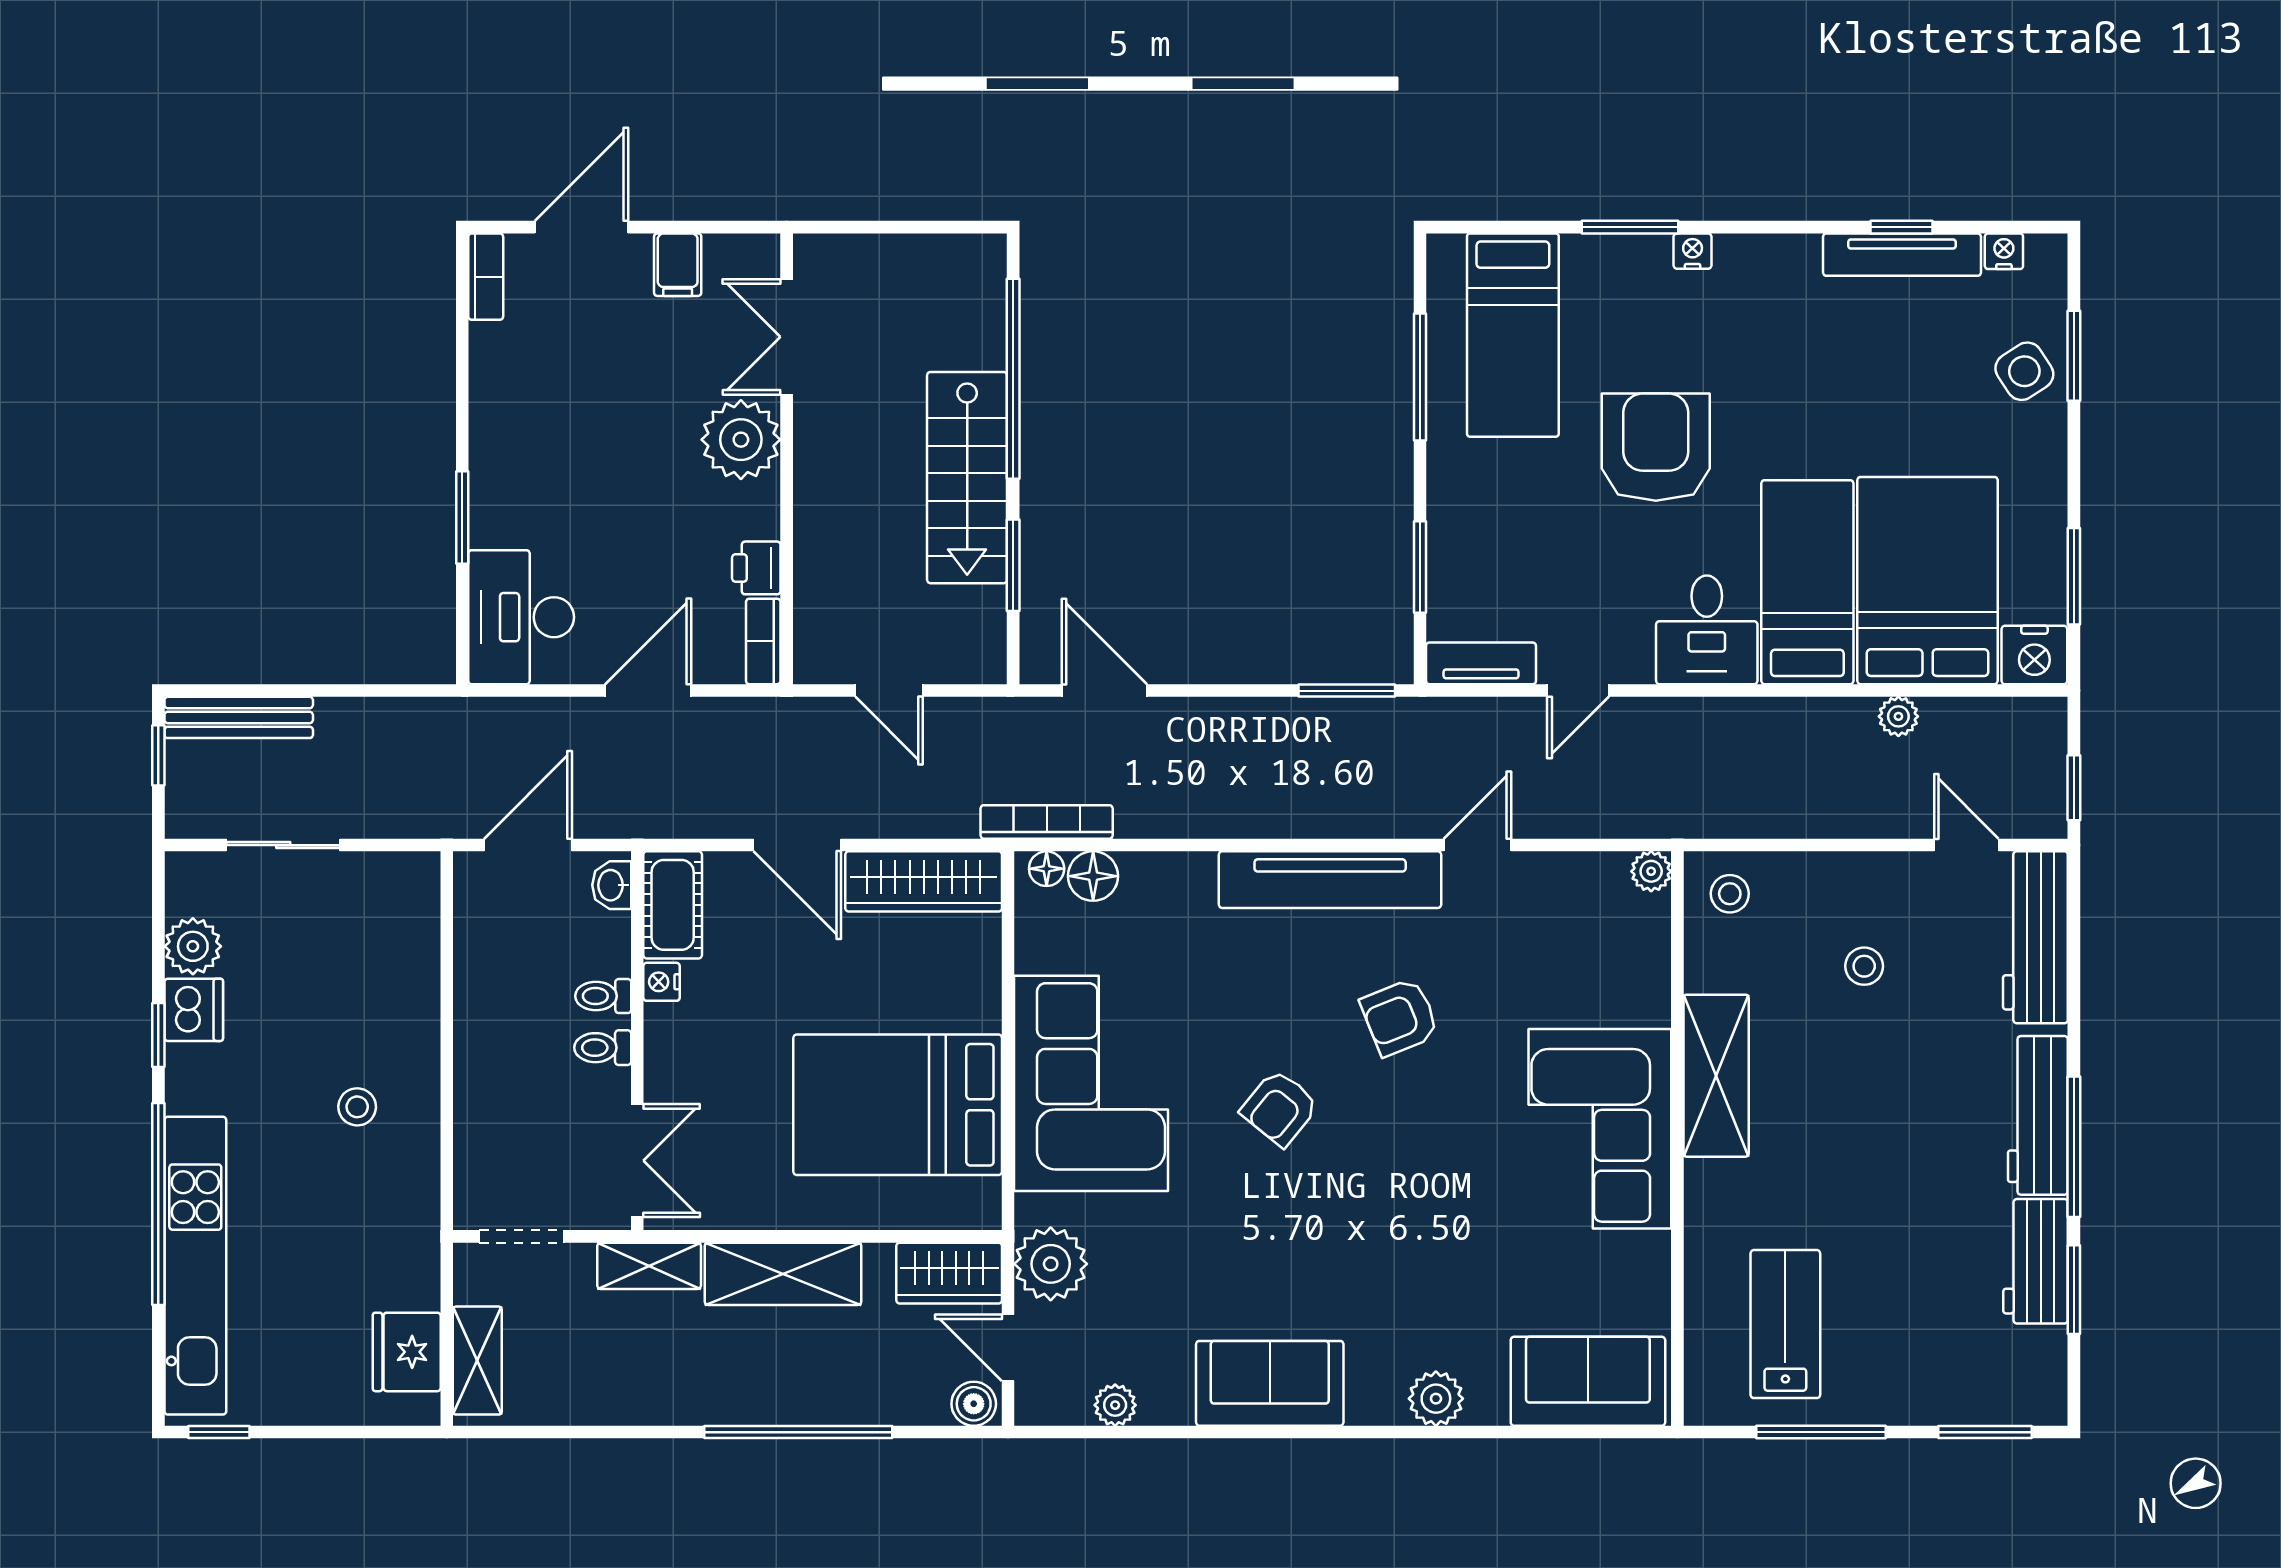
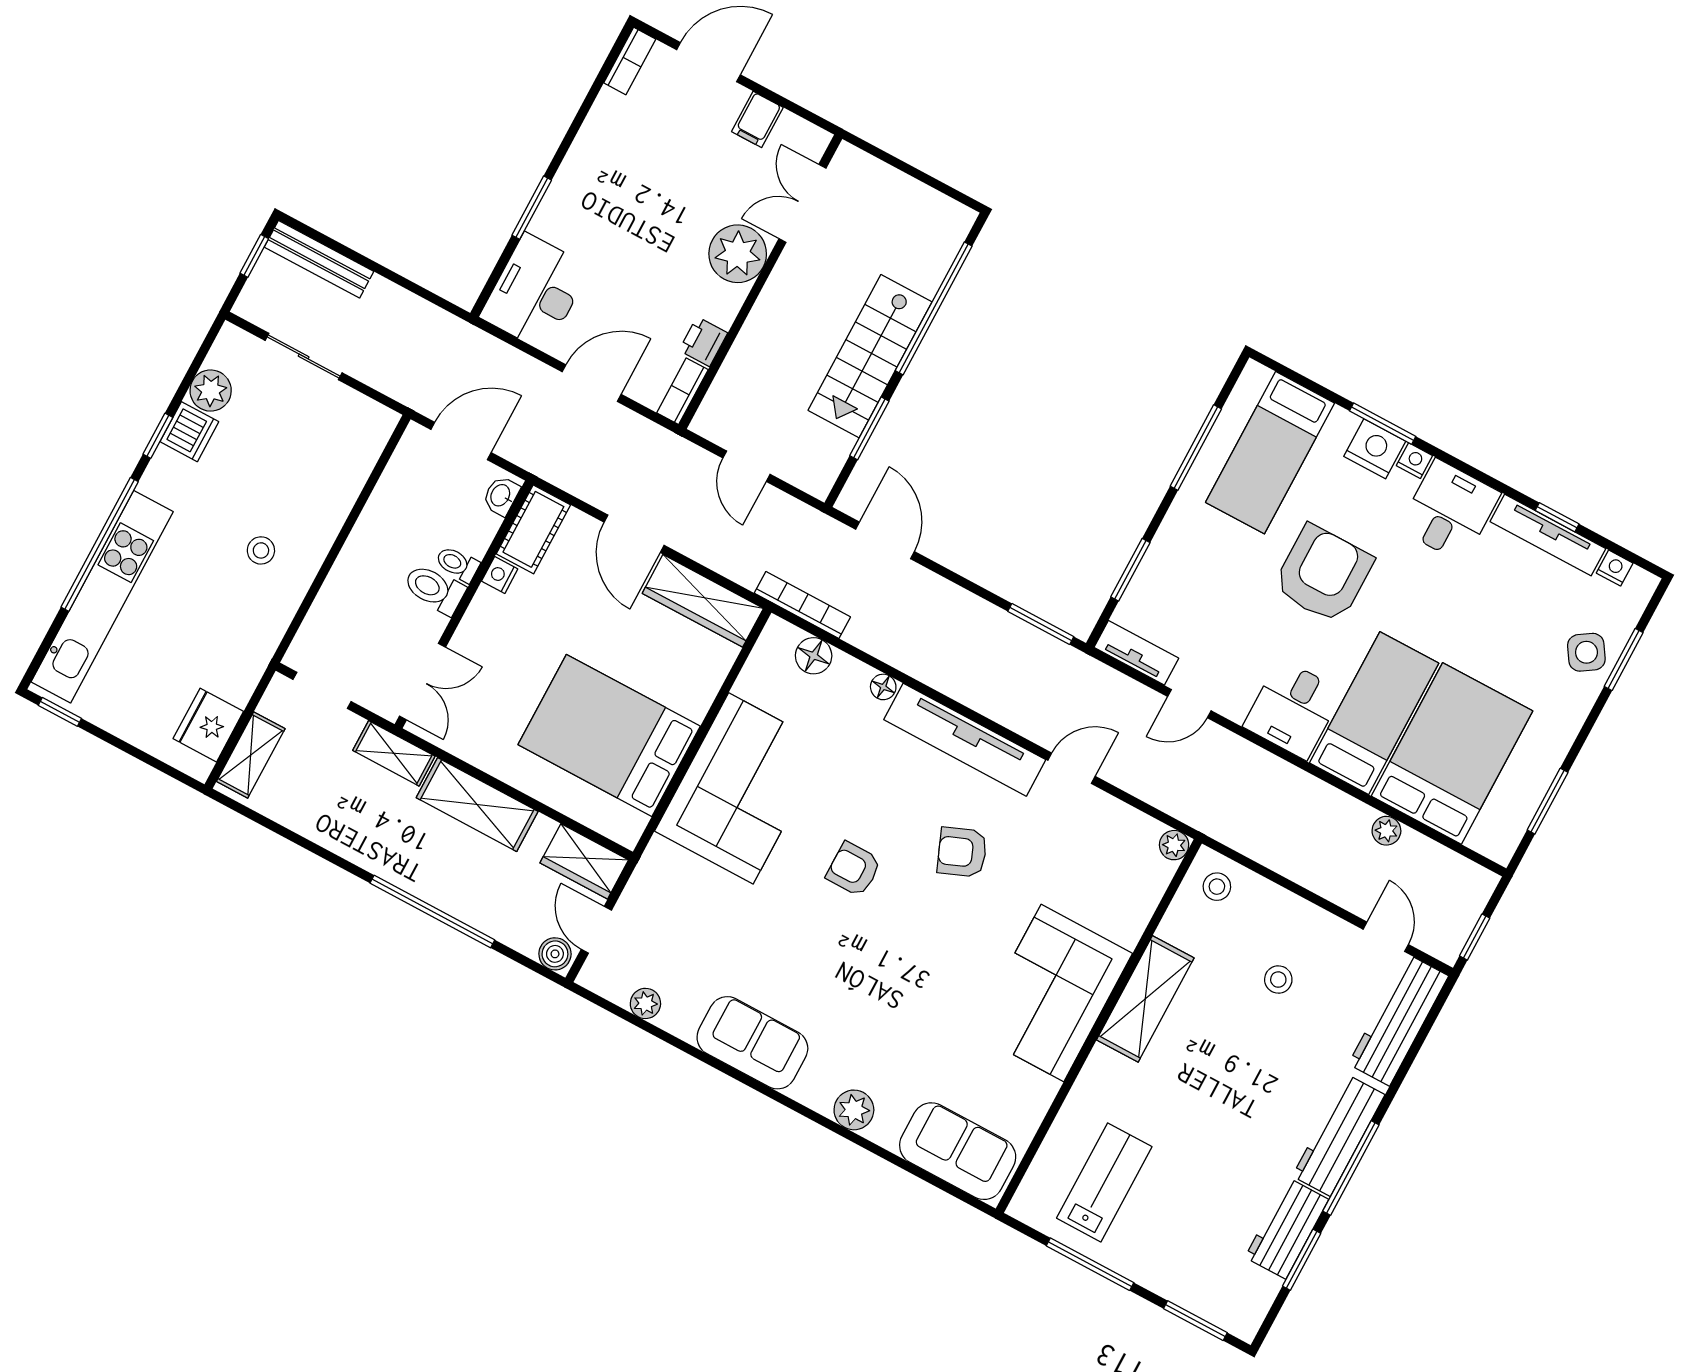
desk: (1767, 289) -> (1449, 511), added
nightstand: (2034, 655) -> (1375, 449), moved, turned 180
floor lamp: (1047, 869) -> (883, 687), moved
toilet: (603, 1048) -> (434, 589), width x1.37, depth x1.39
armchair: (1280, 1108) -> (854, 869), turned 51
plant: (1051, 1264) -> (653, 890), removed

